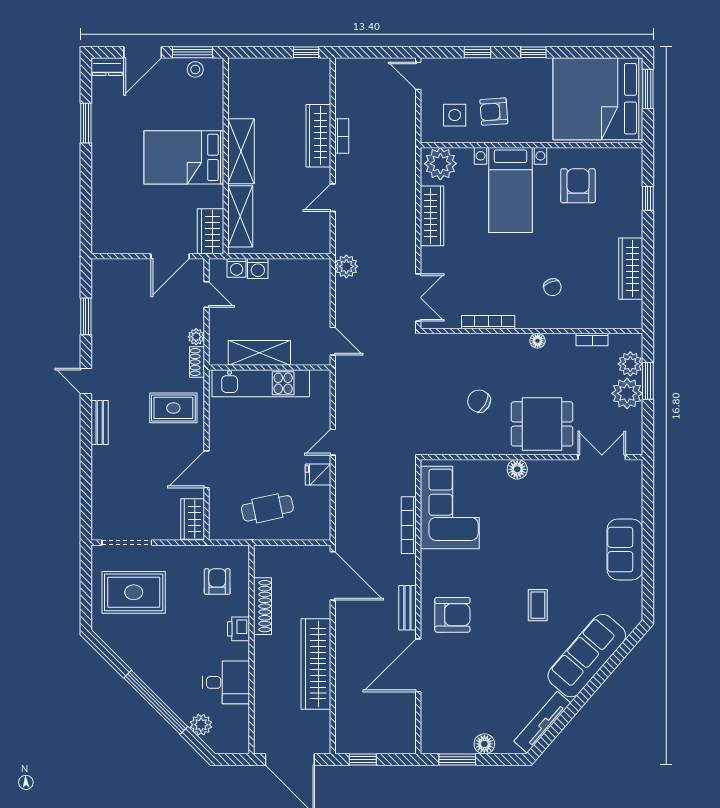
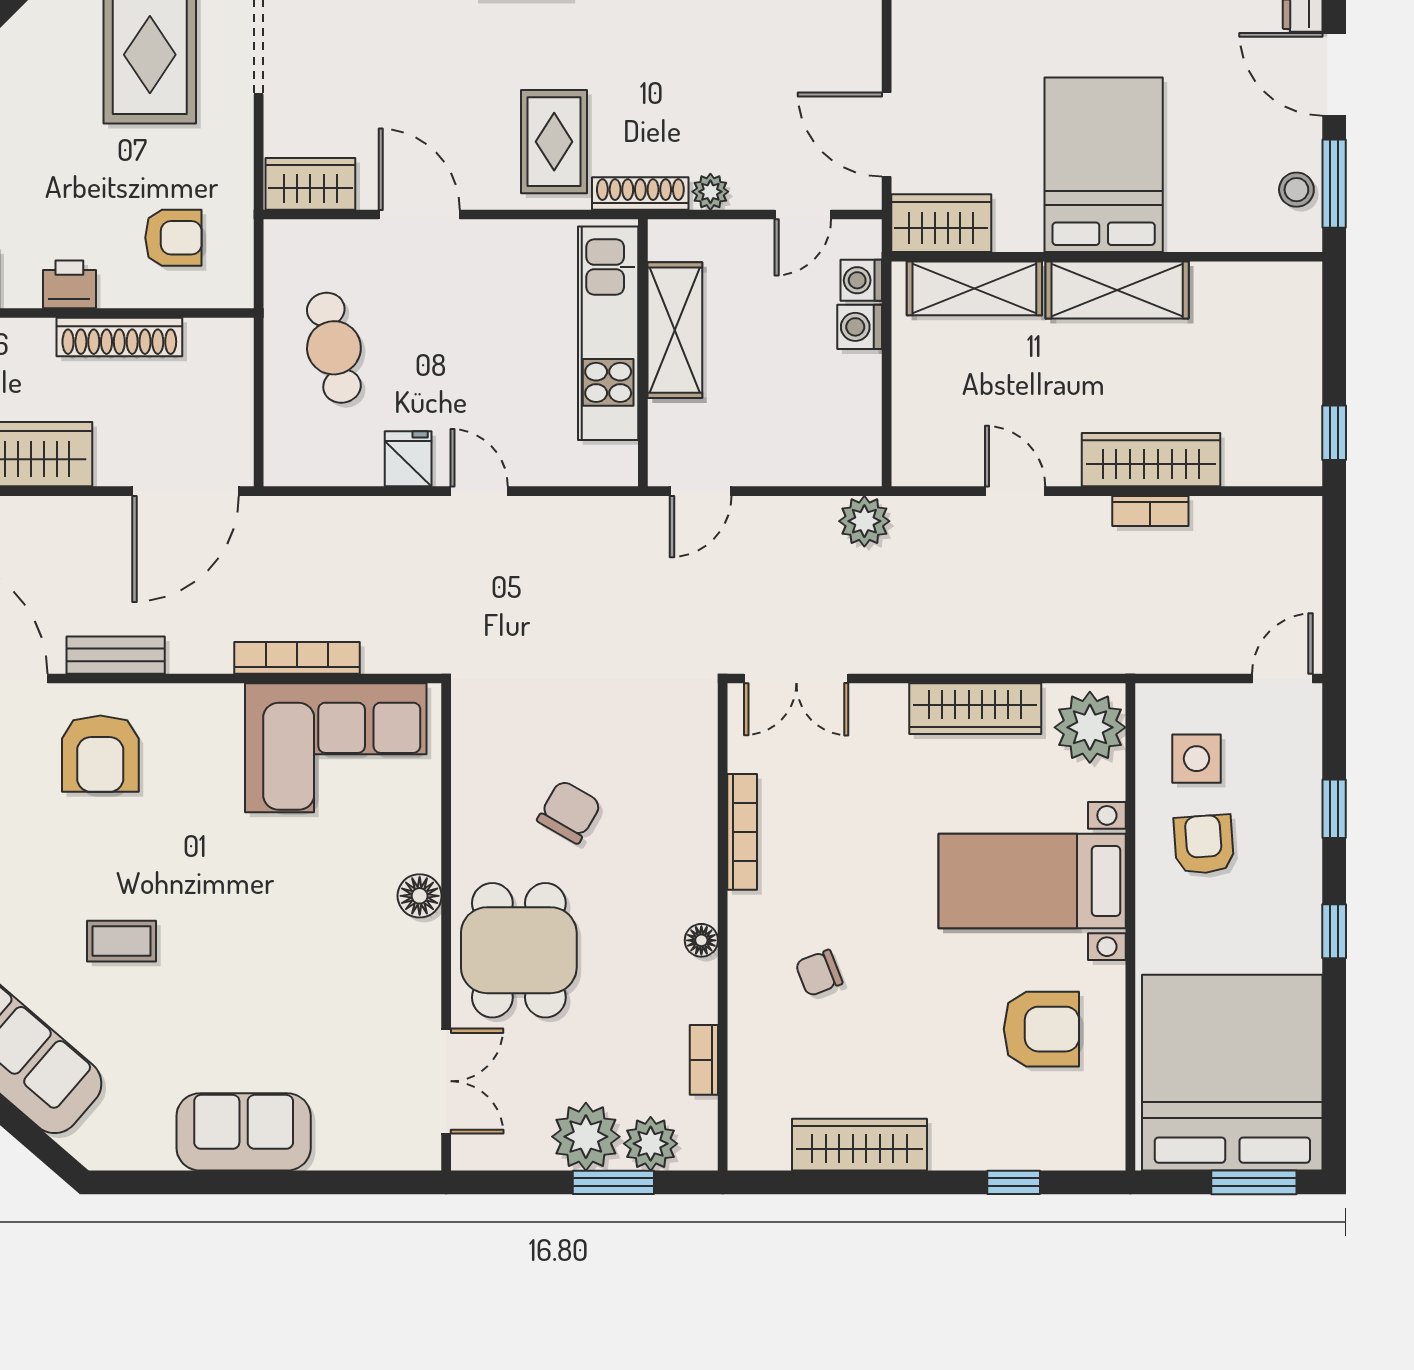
shoe rack: (197, 362) -> (640, 194), width x1.43

